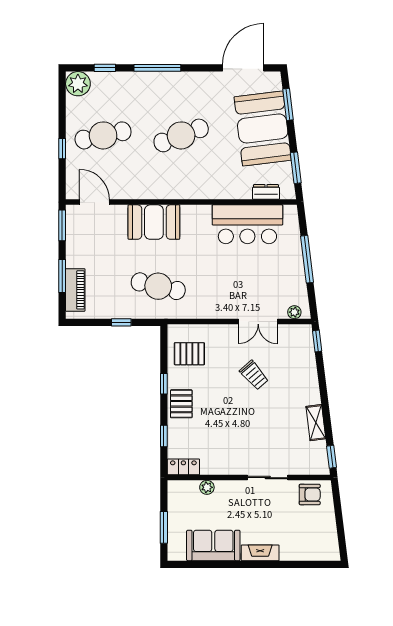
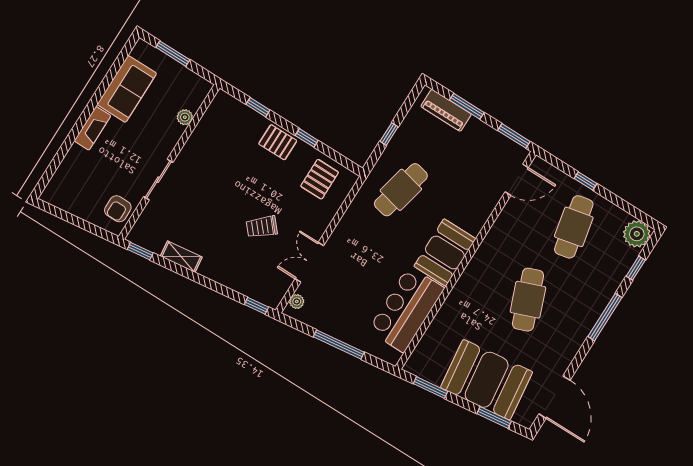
dresser: (266, 192) -> (425, 346), removed
booth: (154, 222) -> (445, 253), moved
locker: (183, 467) -> (218, 107), removed

